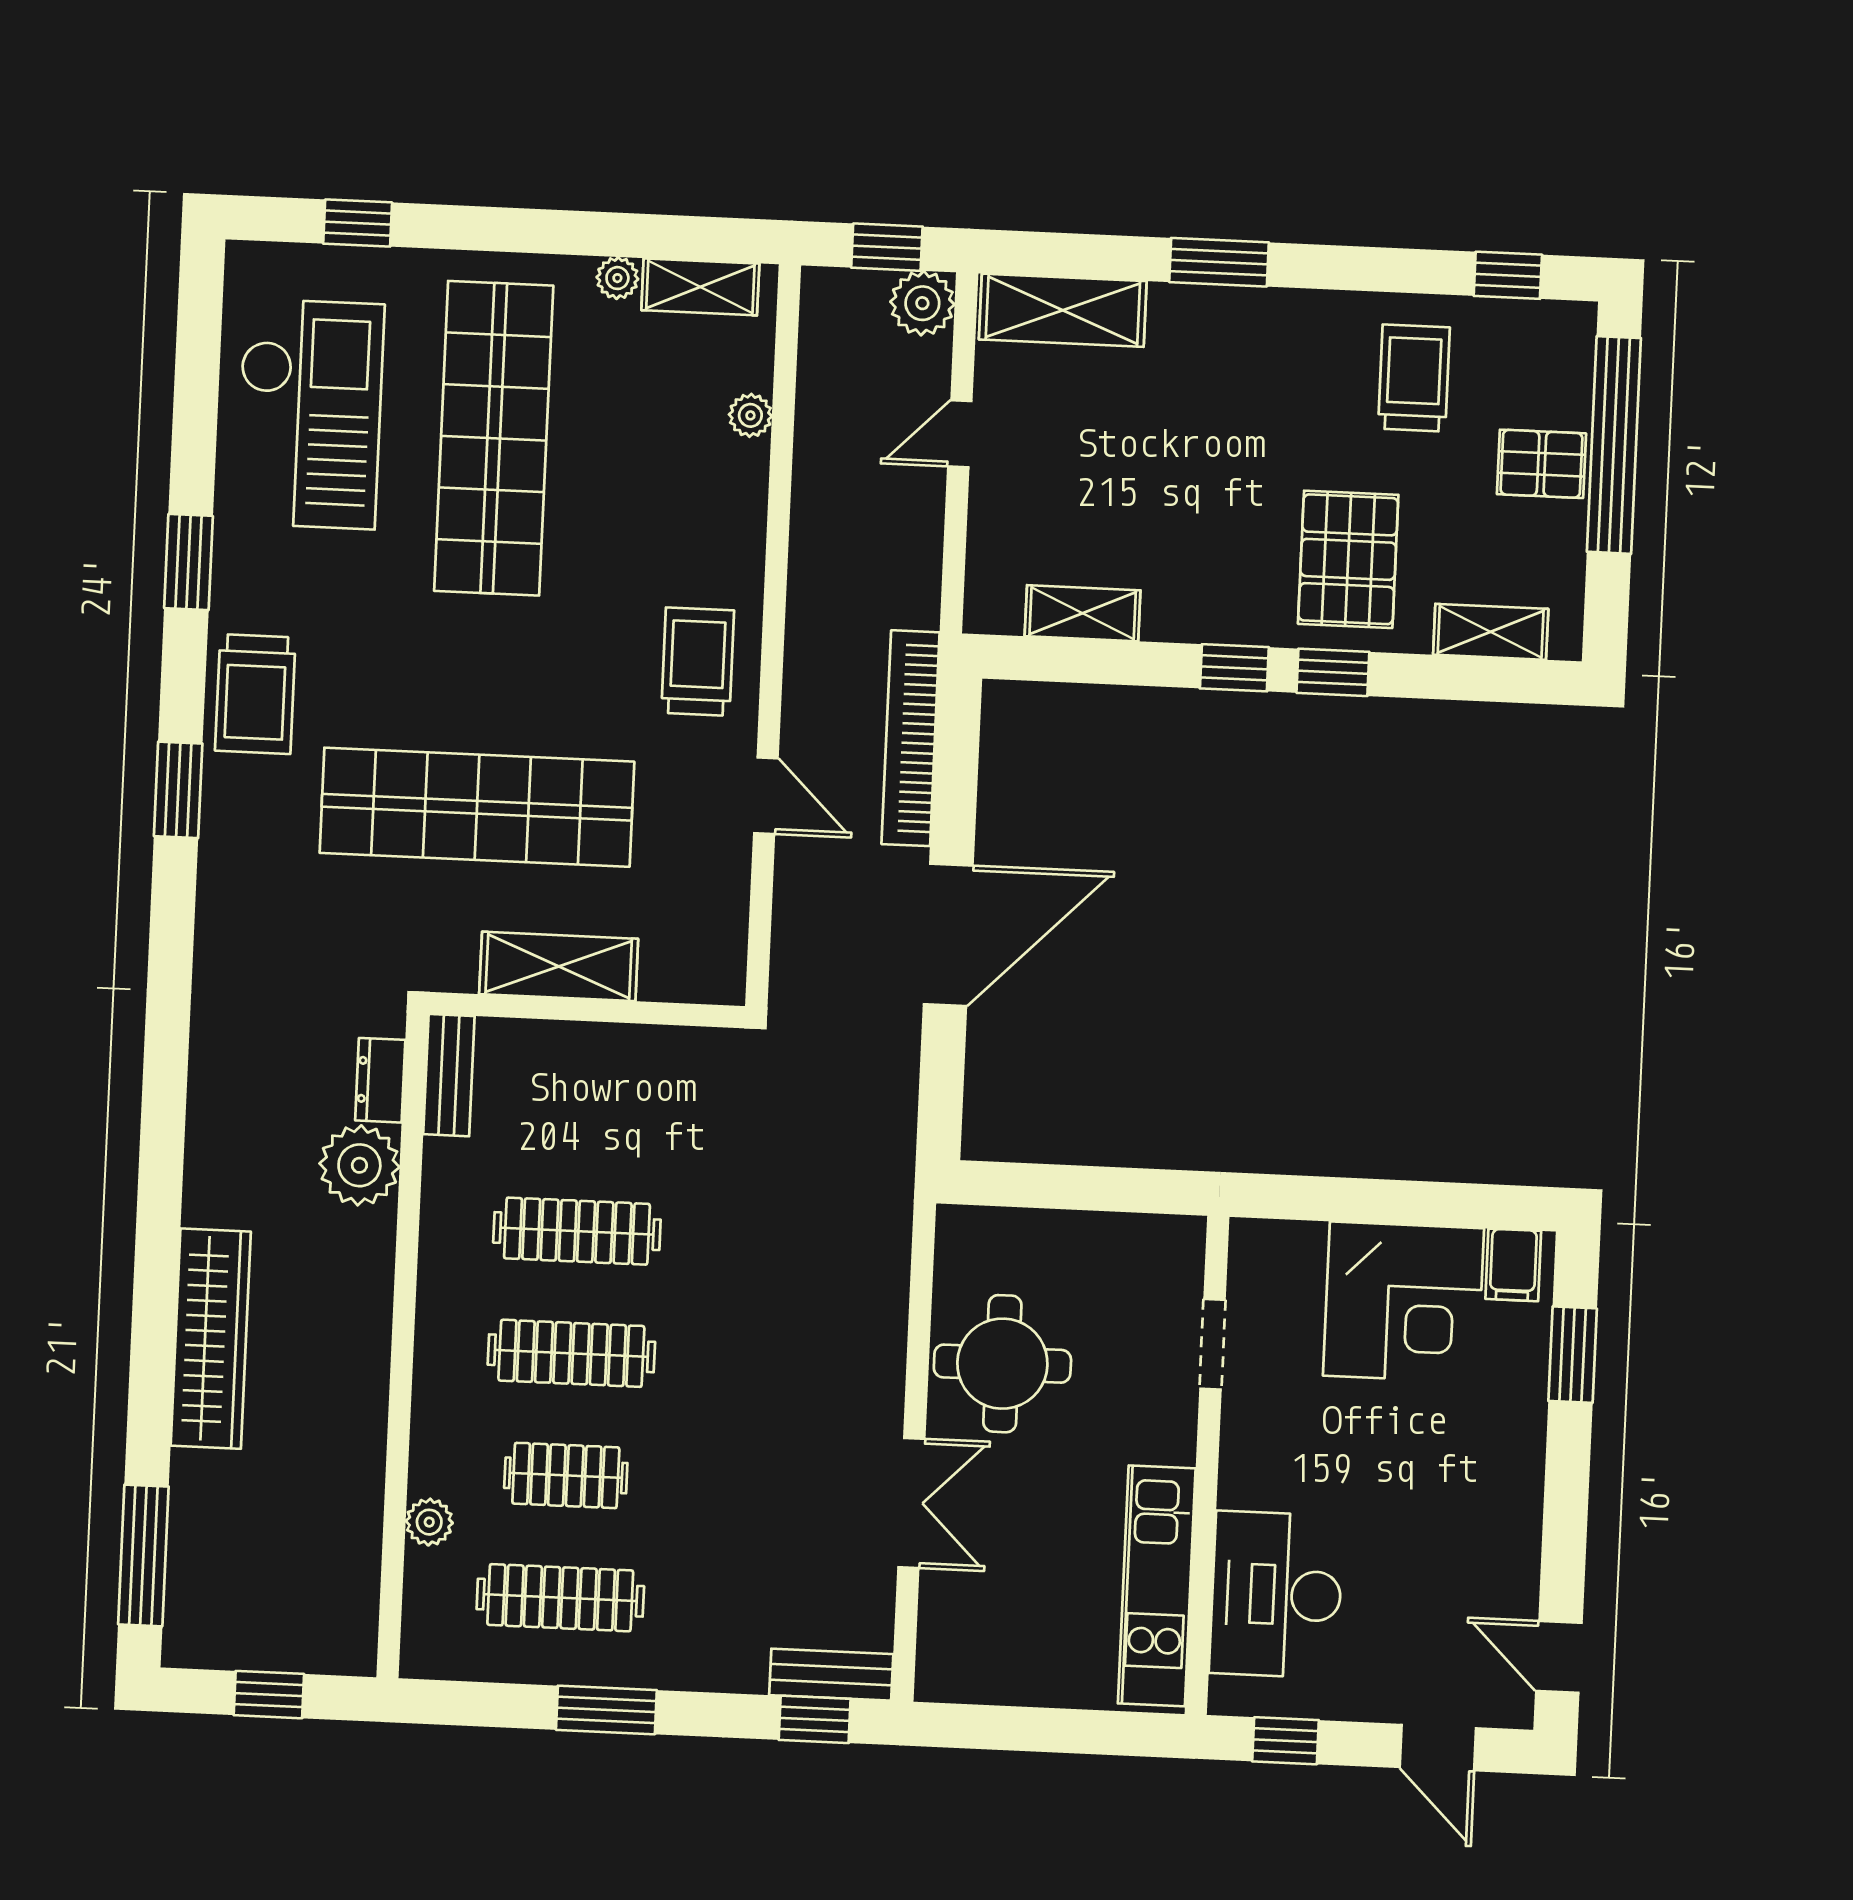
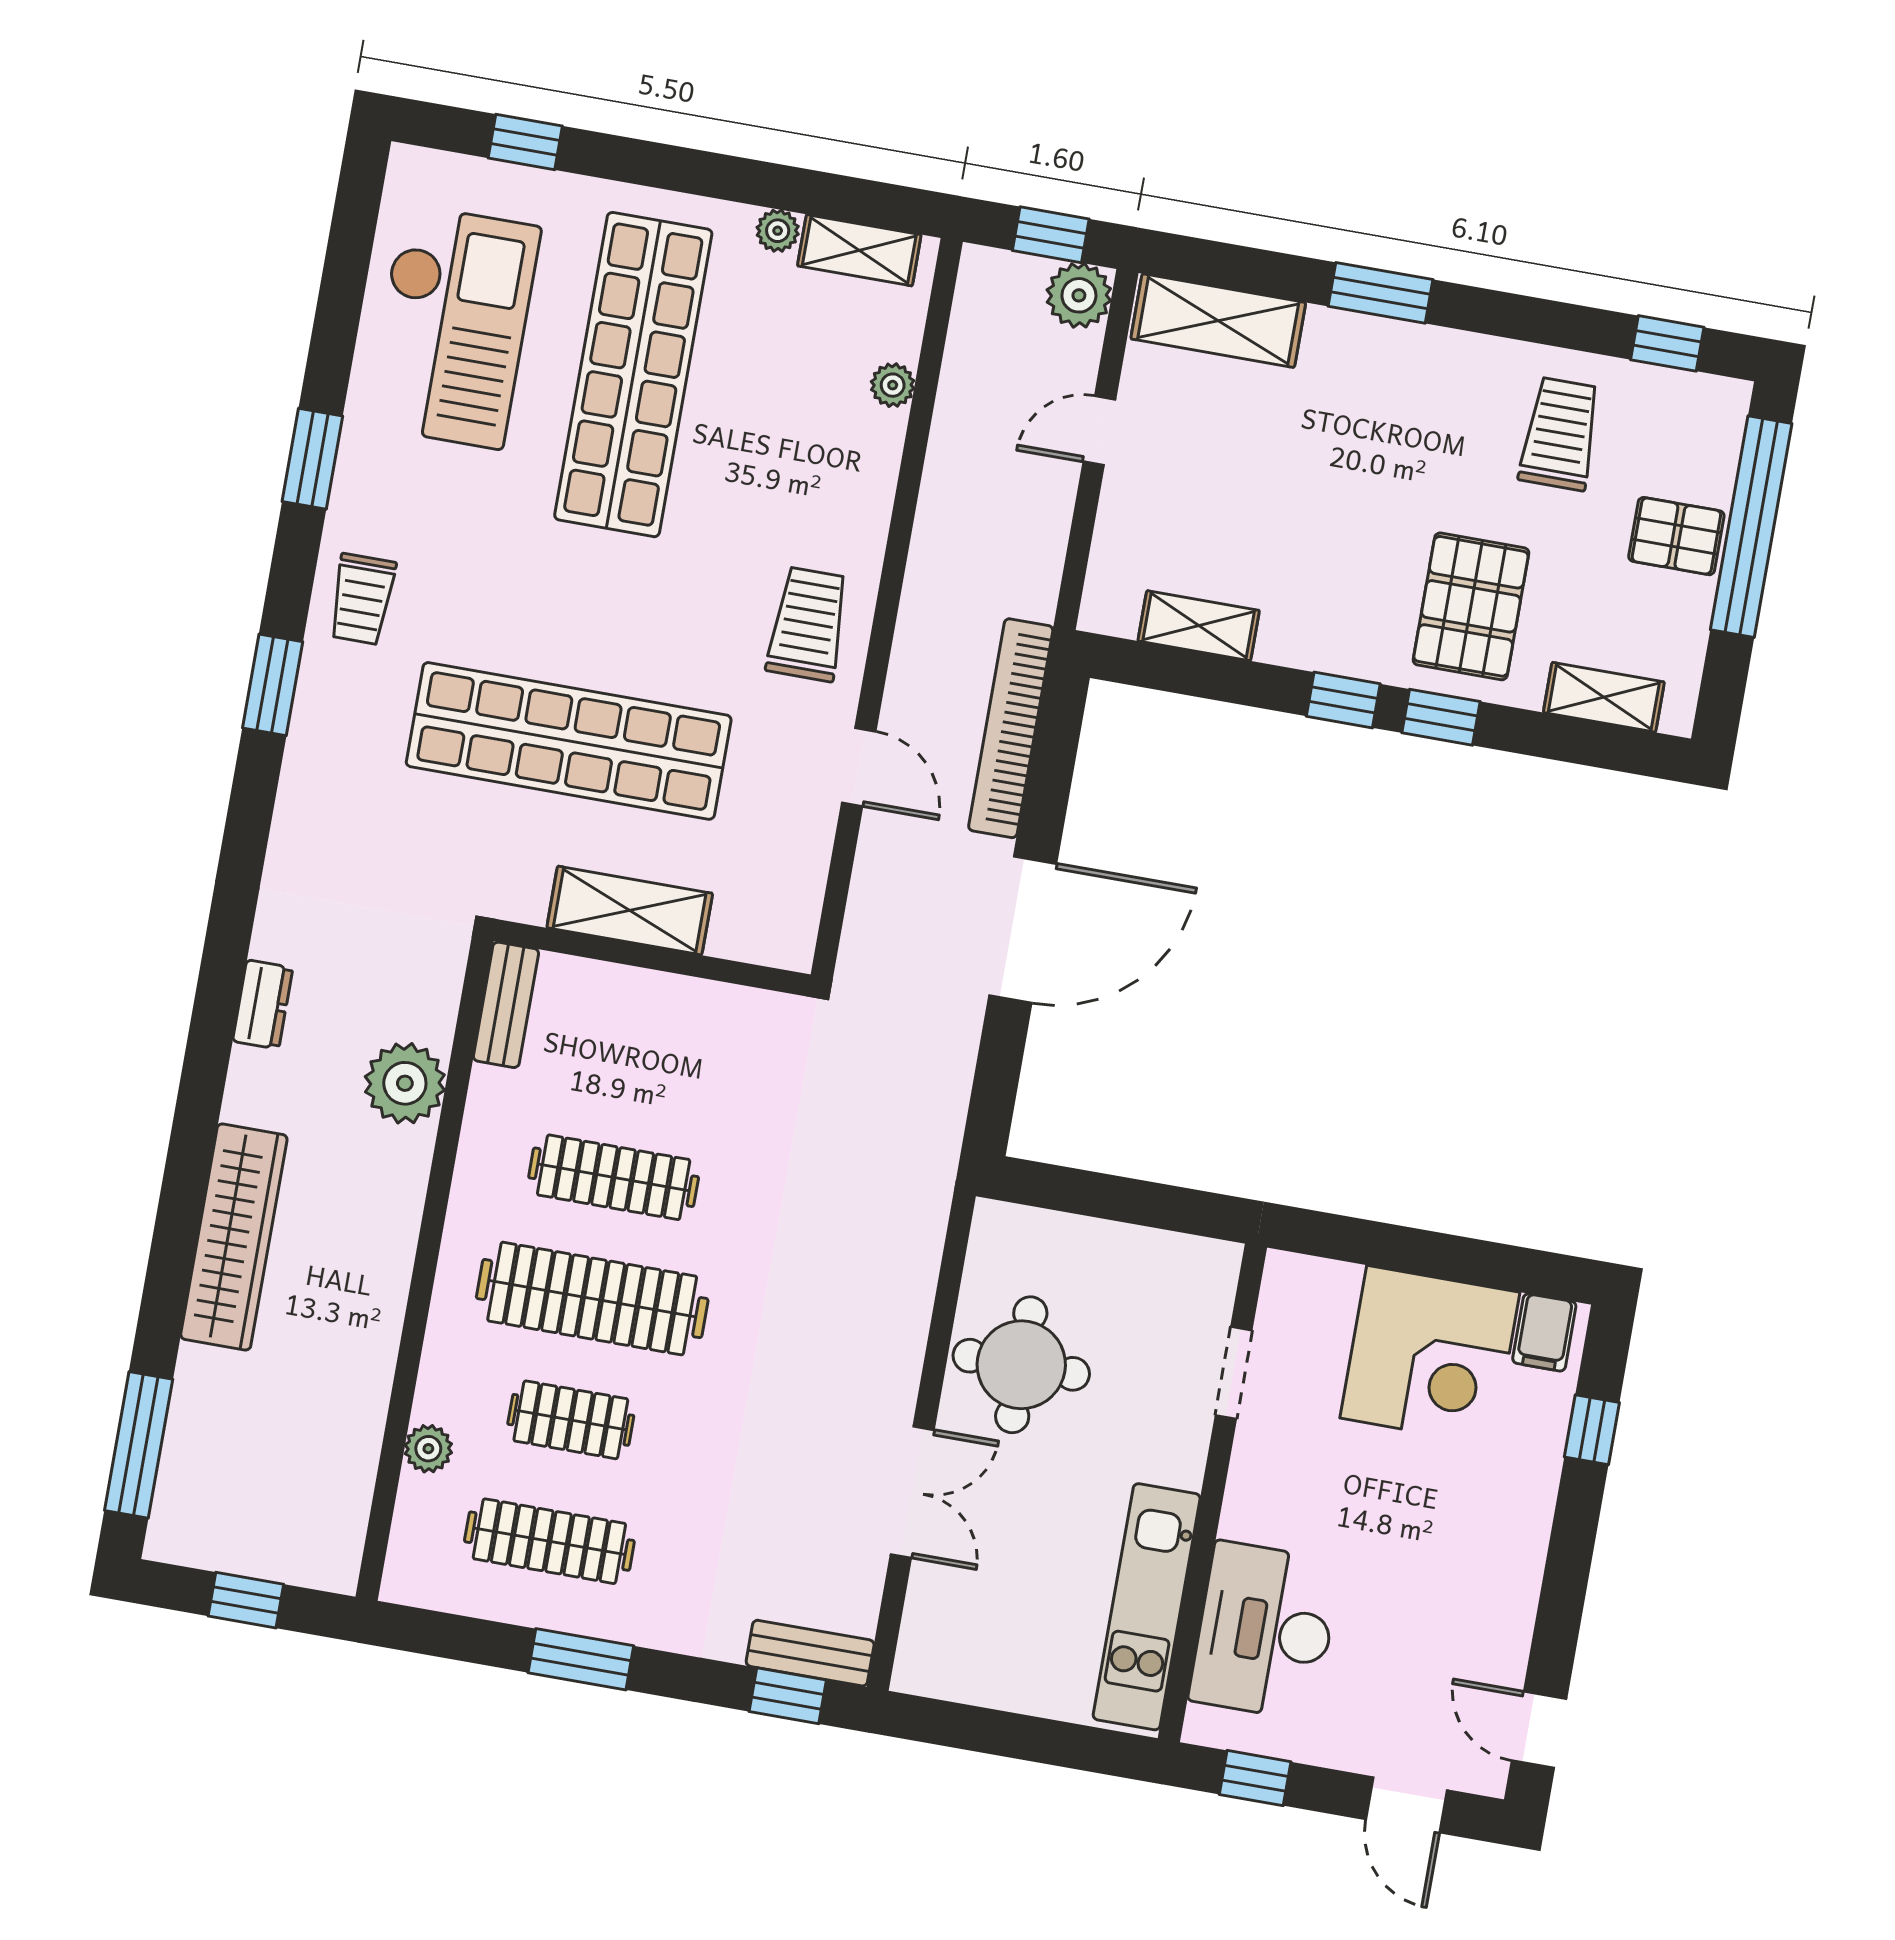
trolley: (255, 694) -> (362, 599), width x0.73, depth x0.72
dresser: (380, 1080) -> (263, 1004), moved, turned 180
clothes rail: (571, 1353) -> (592, 1299), width x1.37, depth x1.31
window: (1573, 1355) -> (1592, 1430), width x0.67

